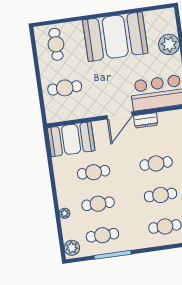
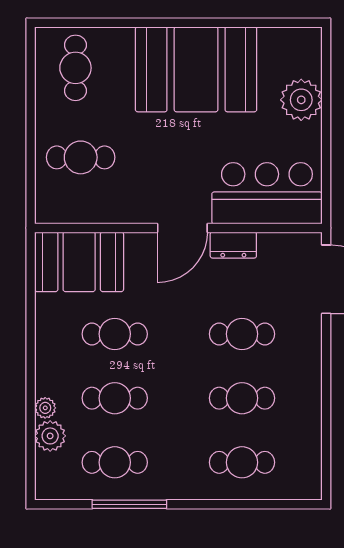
plant: (72, 248) -> (50, 436), moved

